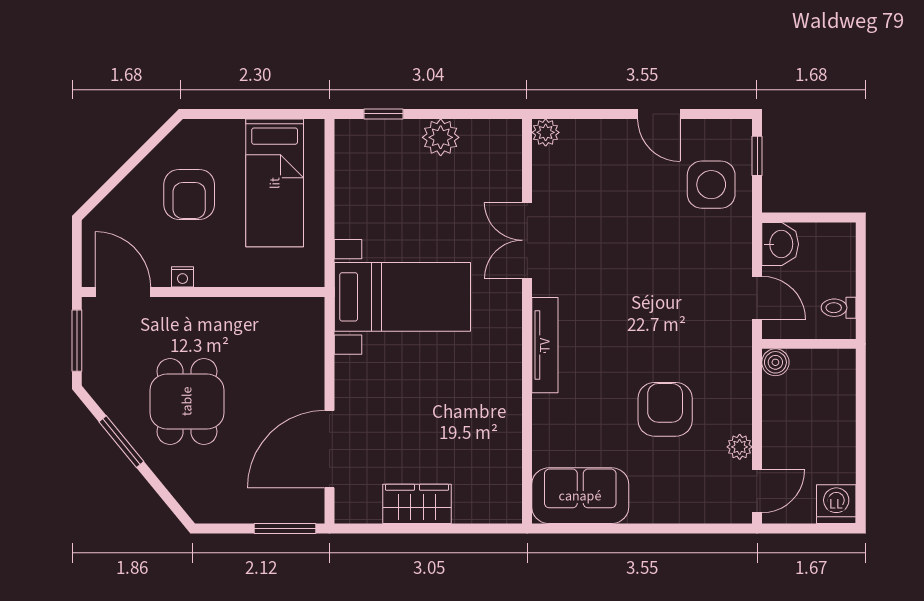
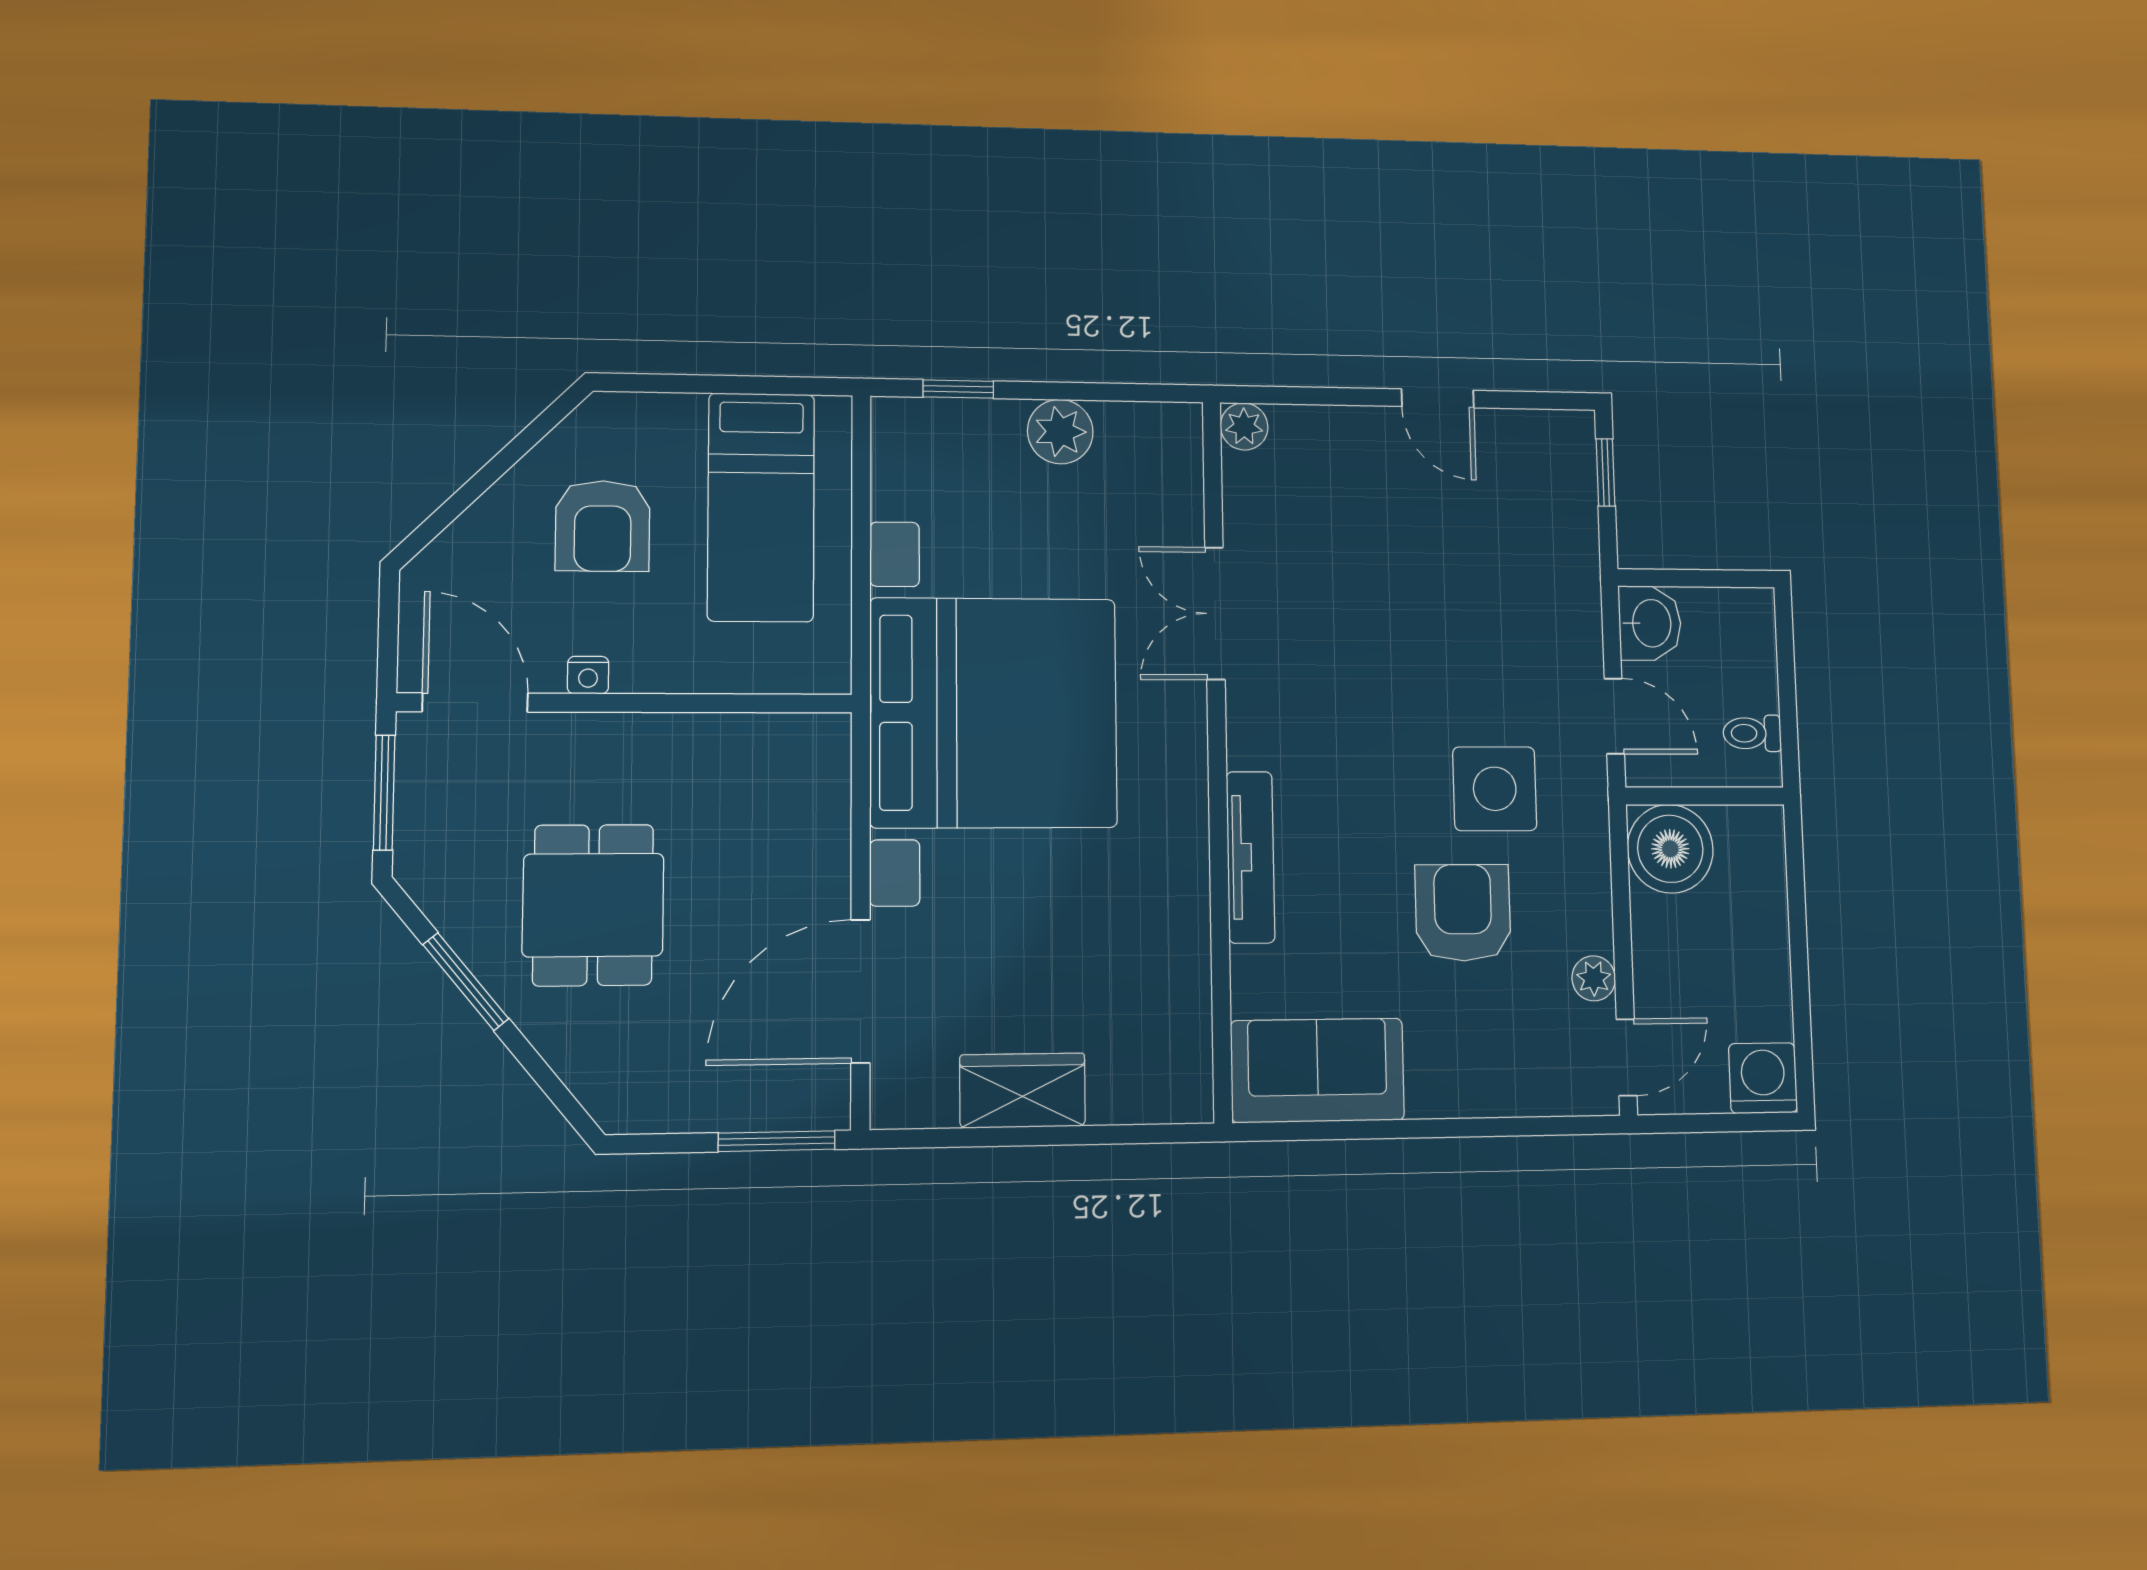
side table: (711, 185) -> (1495, 789), moved
bed with nightstands: (402, 297) -> (994, 713), width x1.85
tv unit: (545, 345) -> (1250, 857), moved
boiler: (775, 362) -> (1670, 849), width x1.86, depth x1.86

